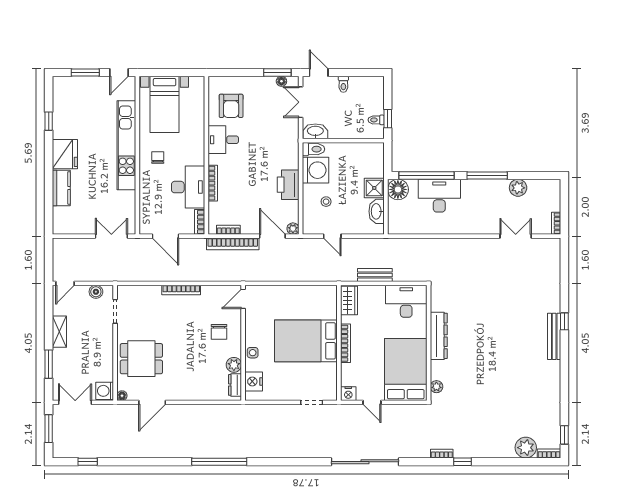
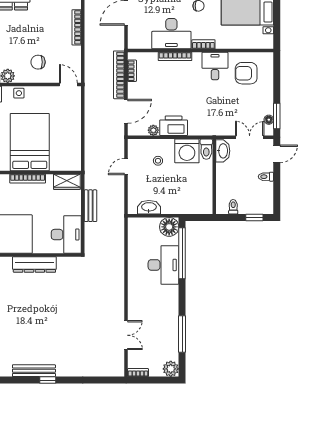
window: (388, 119) -> (254, 218), moved
window: (487, 175) -> (182, 334), moved
shower: (374, 188) -> (171, 205), removed
plant: (518, 188) -> (171, 369), moved
bookcase: (200, 222) -> (203, 44), moved
plant: (293, 229) -> (153, 130), moved

